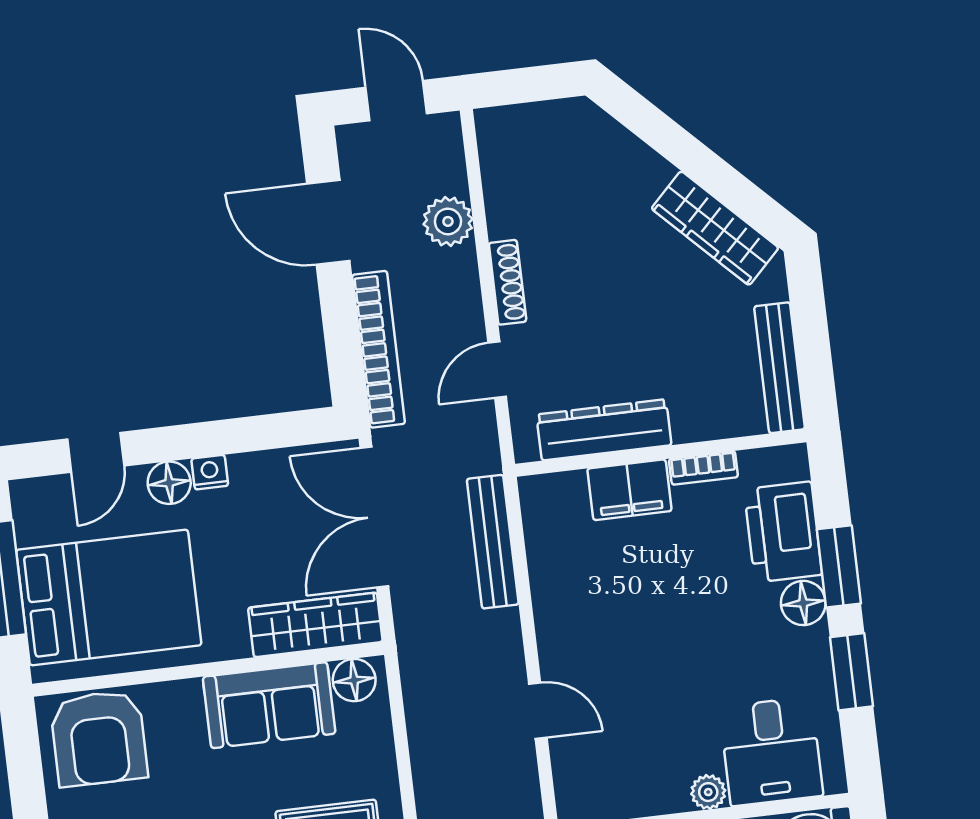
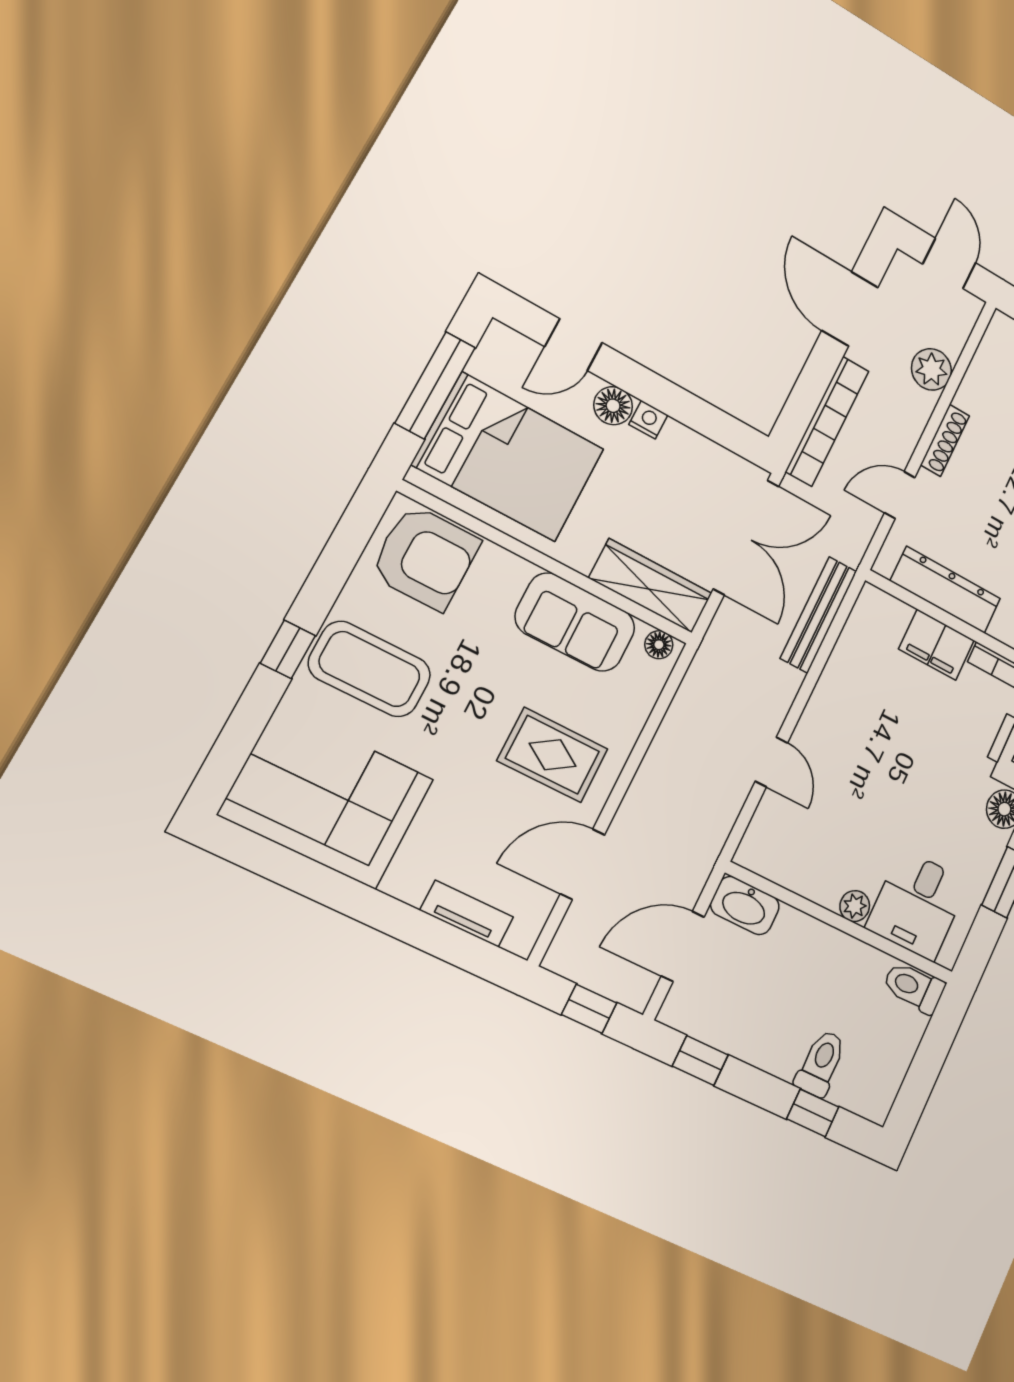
double door: (374, 517) -> (746, 537), swing flipped
floor lamp: (354, 680) -> (659, 645), width x0.73, depth x0.73
armchair: (99, 738) -> (425, 557), turned -90

